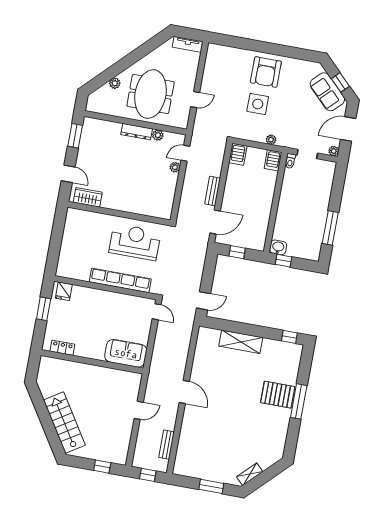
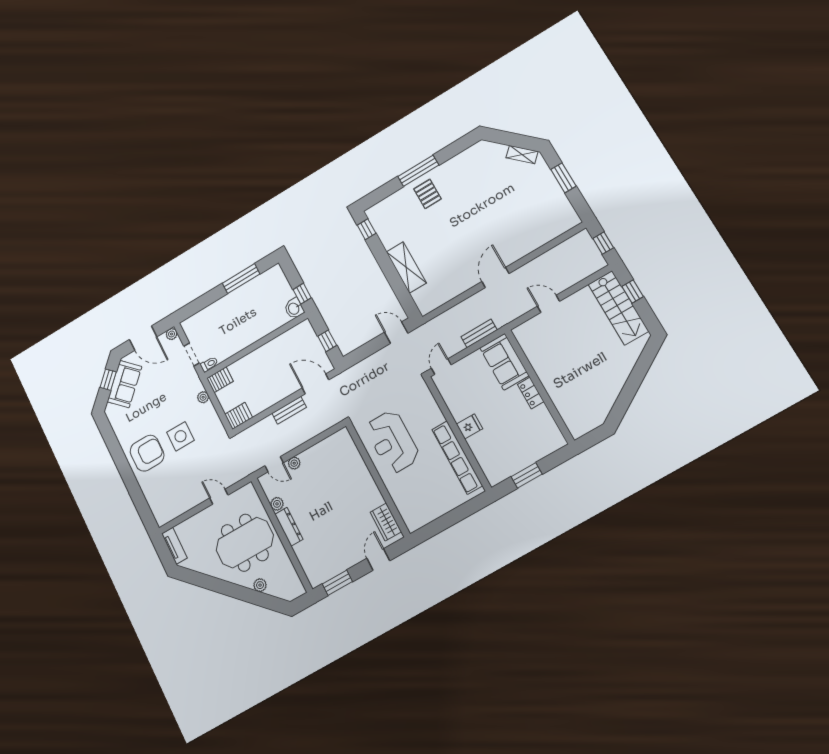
row of seats: (120, 280) -> (457, 457), moved
fridge: (64, 291) -> (469, 426), moved
locker: (62, 348) -> (531, 393), moved
pallet: (278, 395) -> (427, 194), width x0.67, depth x0.71
stairs: (64, 423) -> (618, 308), moved, turned -58
bench: (167, 445) -> (479, 333), moved

